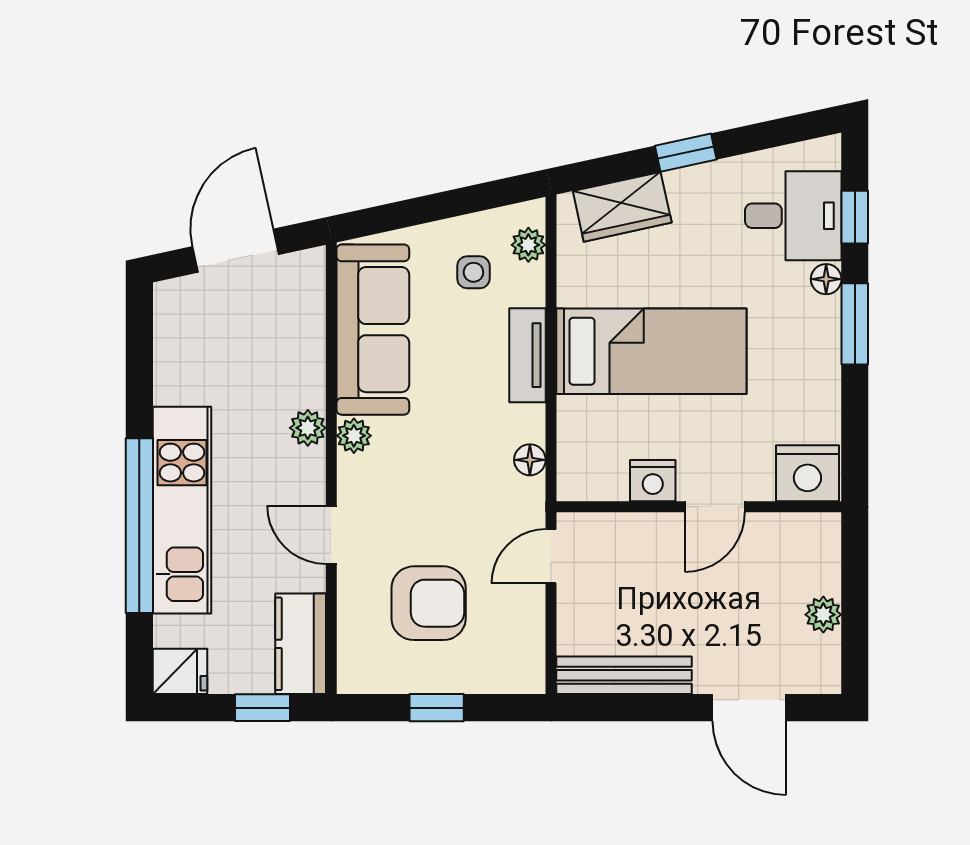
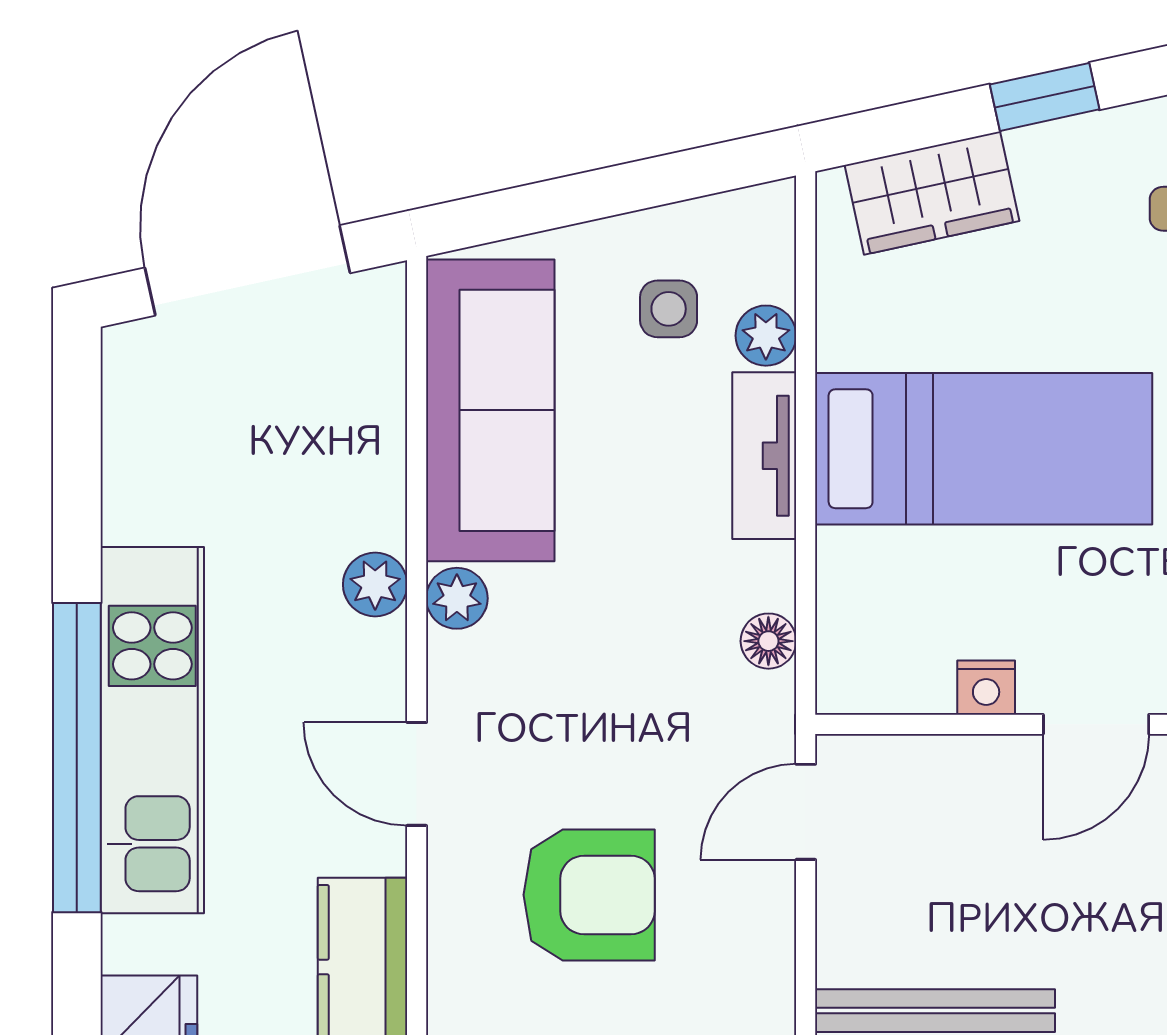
plant: (528, 245) -> (766, 336), moved
door: (236, 251) -> (248, 270), width x1.36
nightstand: (653, 481) -> (986, 688), width x0.72, depth x0.74

